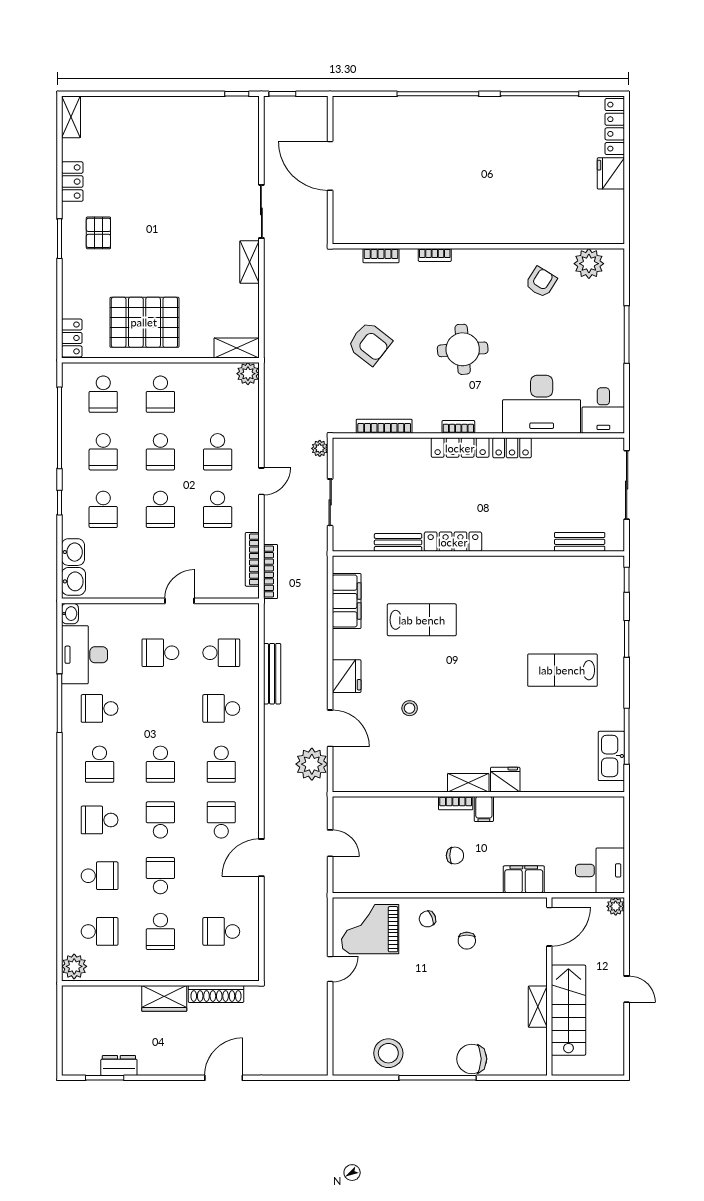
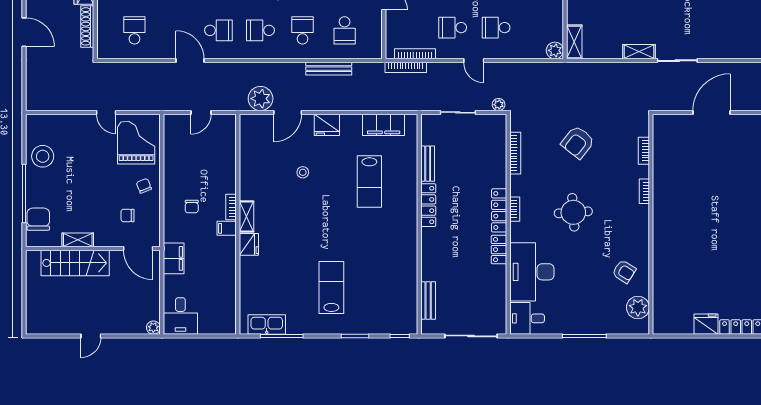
door: (549, 927) -> (138, 248), moved
wall: (549, 987) -> (93, 248), moved
shelving: (538, 1007) -> (78, 240), moved
stairs: (568, 1010) -> (75, 263), moved

